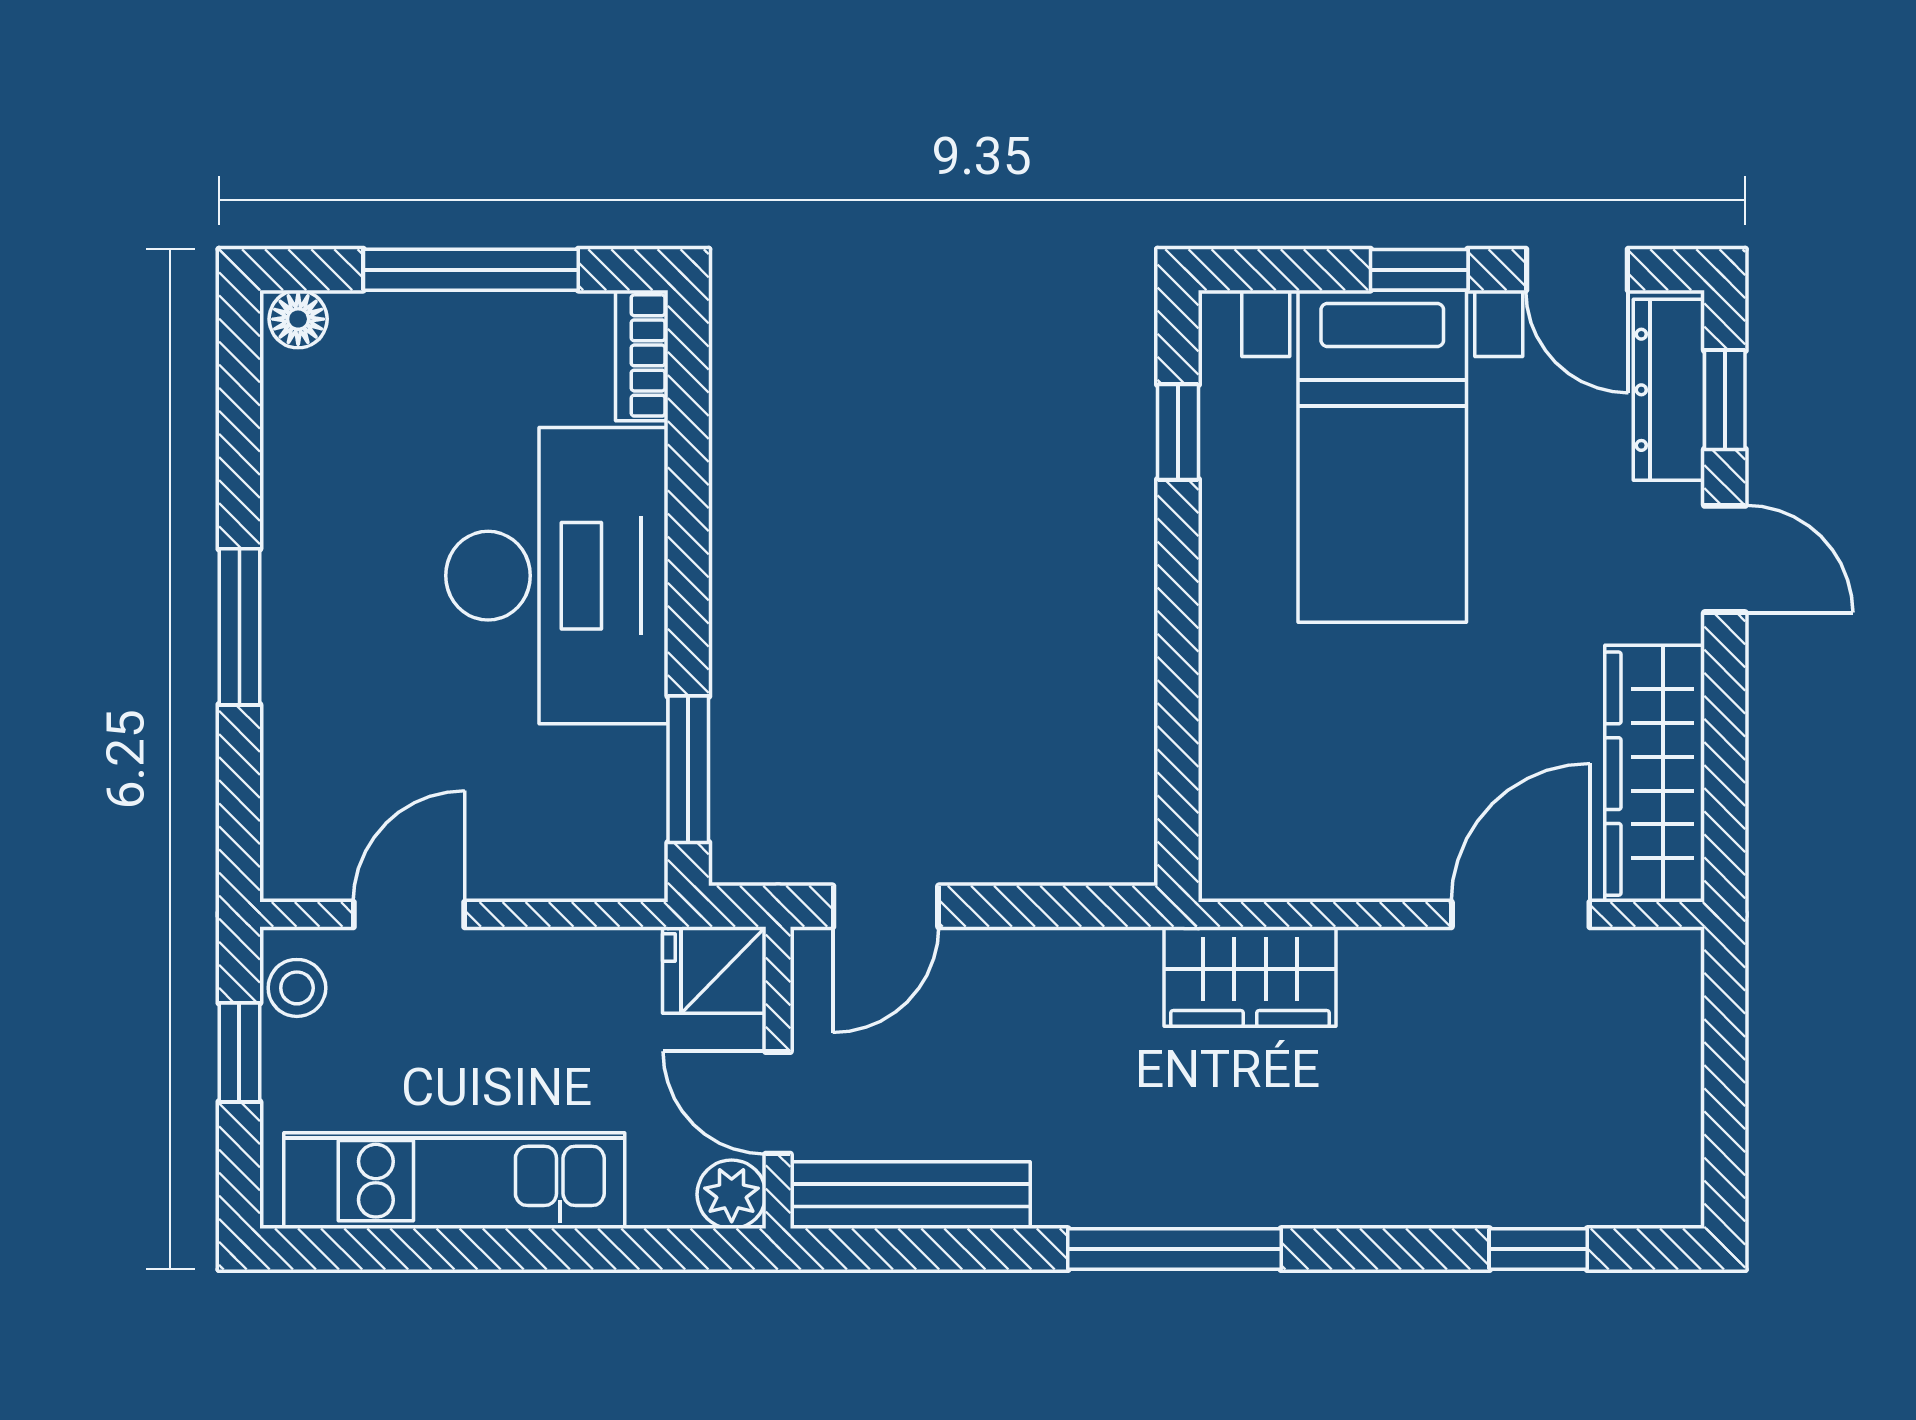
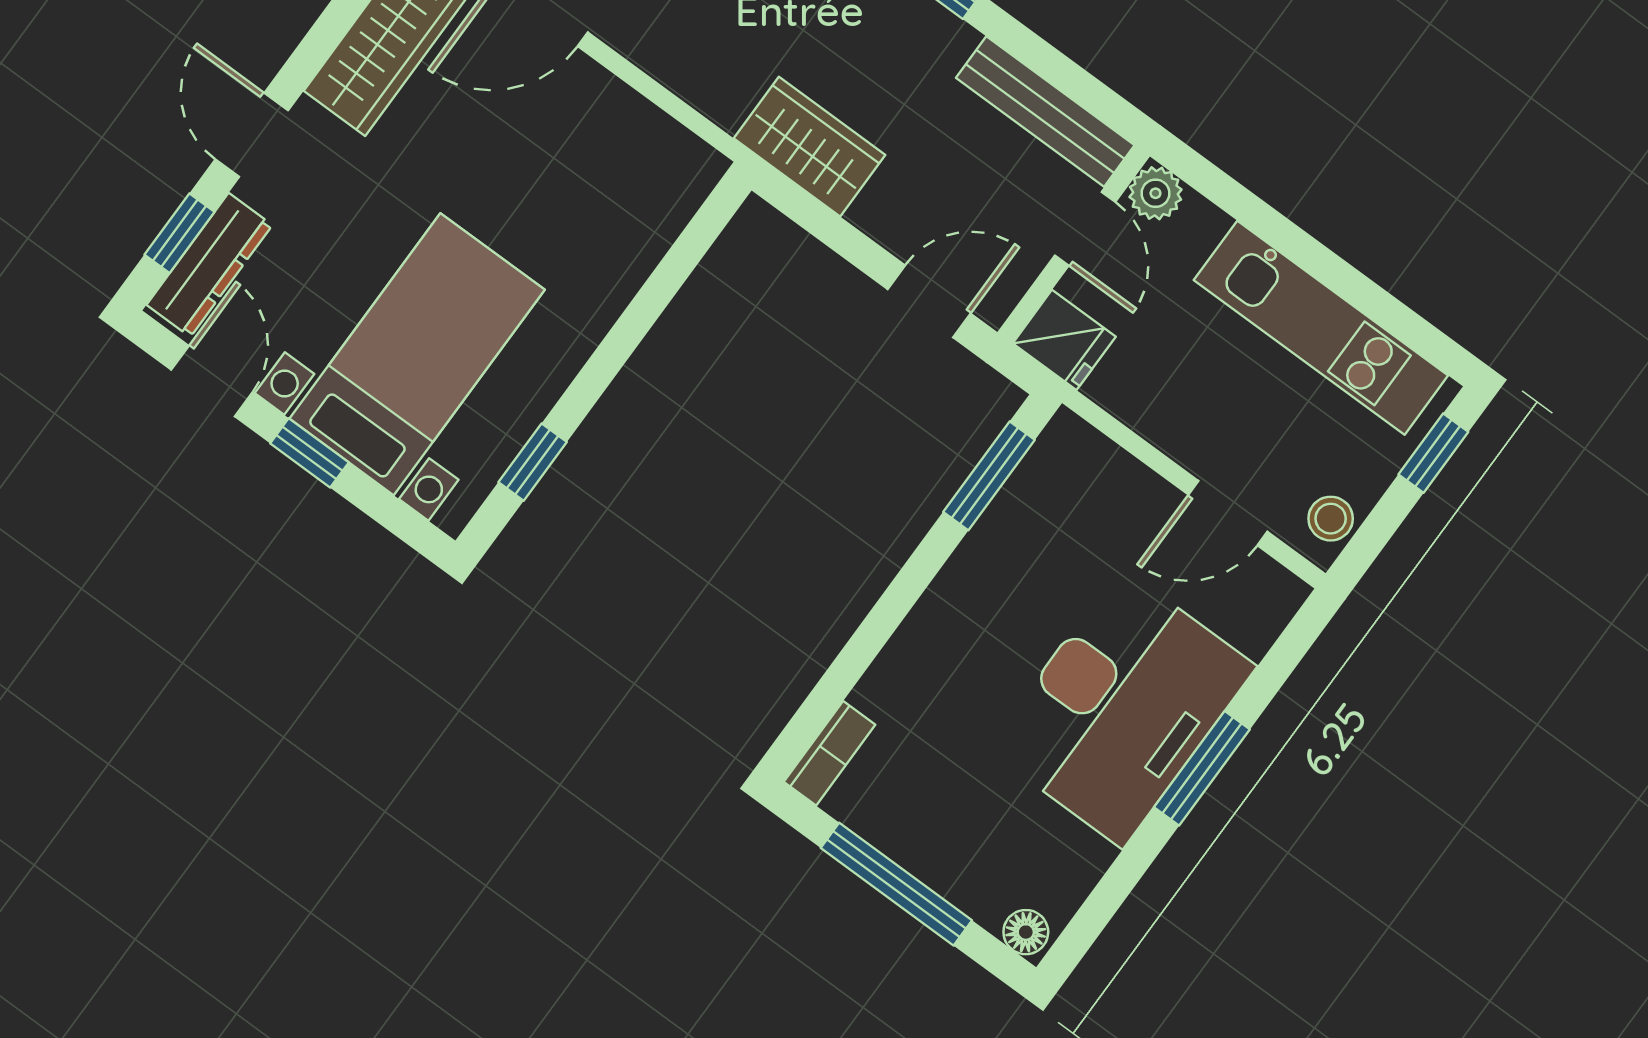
desk: (557, 576) -> (1121, 707), moved, turned 180
wardrobe: (1250, 977) -> (809, 147), moved
window: (239, 1052) -> (1433, 453), moved

